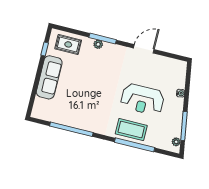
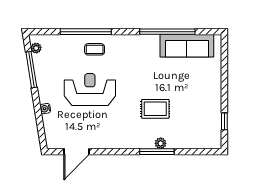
rug: (68, 44) -> (155, 109), moved
door: (144, 49) -> (76, 152), moved
sofa: (49, 77) -> (187, 46), moved, turned -90
coffee table: (131, 130) -> (95, 49), width x0.54, depth x0.58

